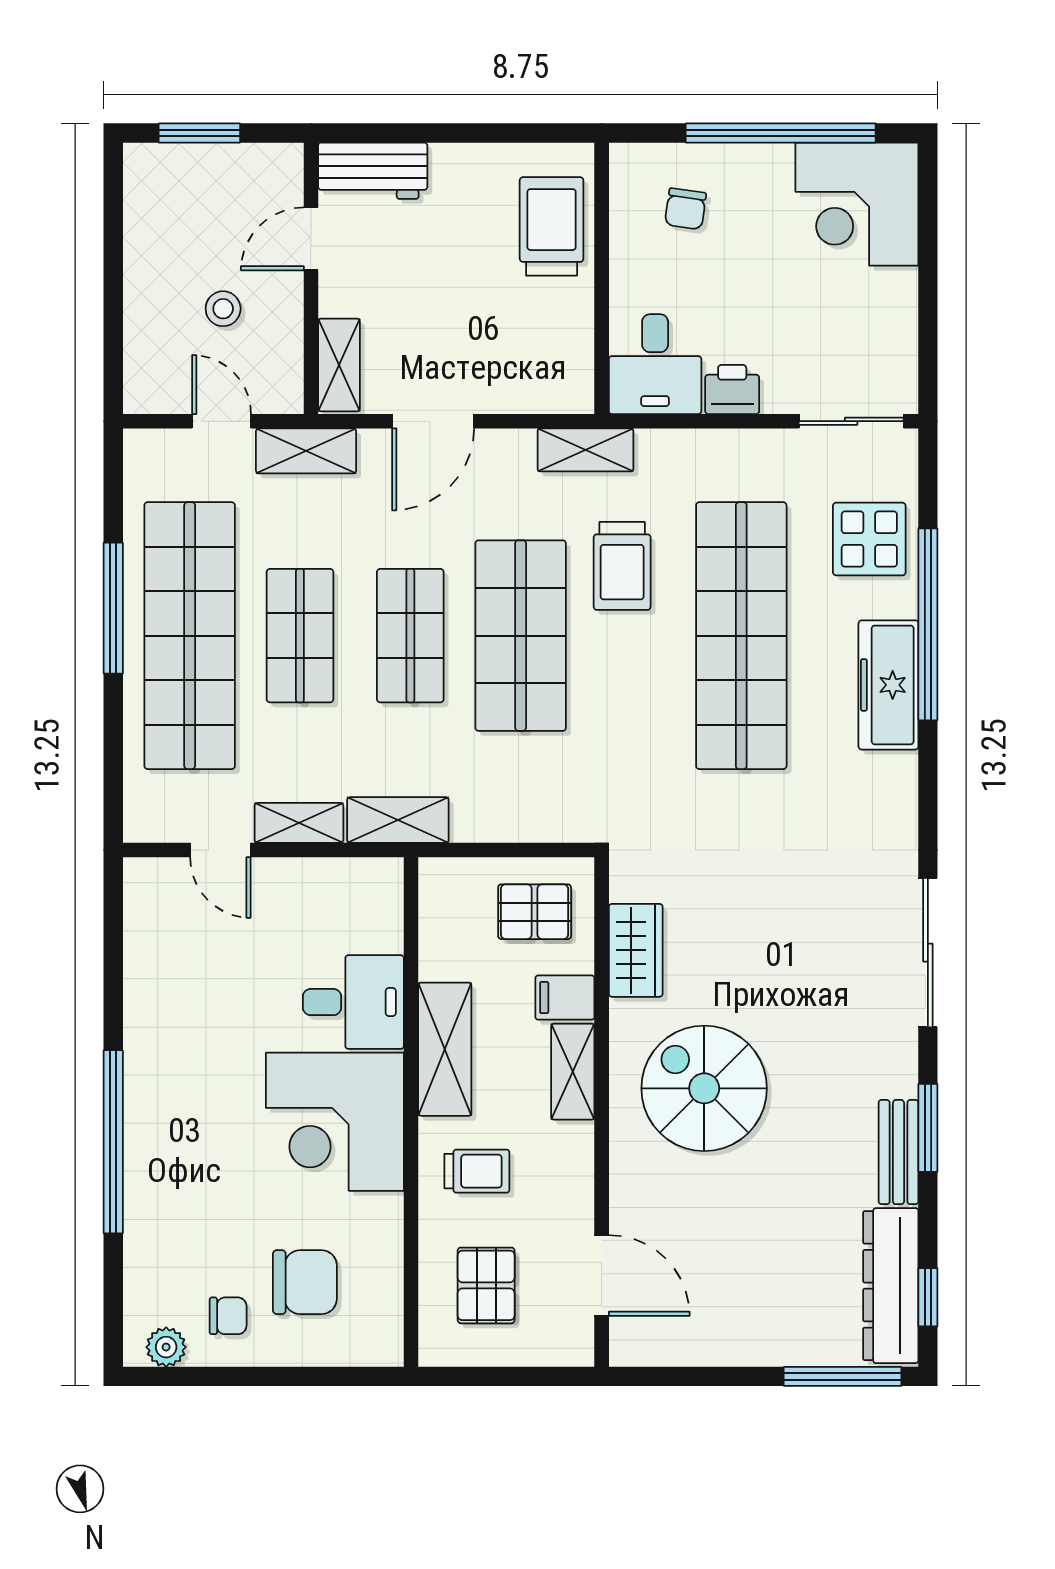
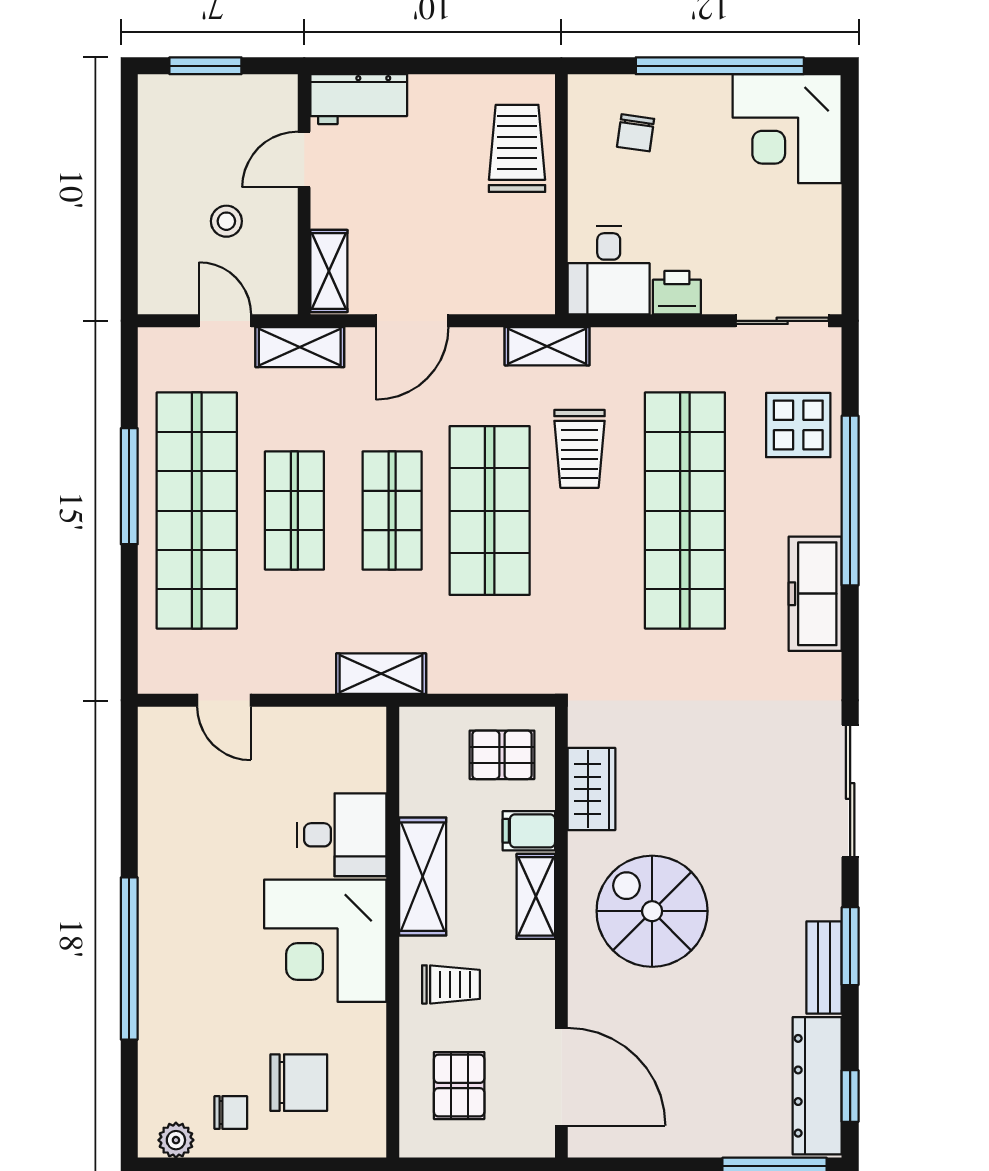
freezer: (888, 685) -> (815, 594), moved
shelving: (299, 823) -> (294, 676), removed
door: (602, 1275) -> (561, 1077), width x1.36

